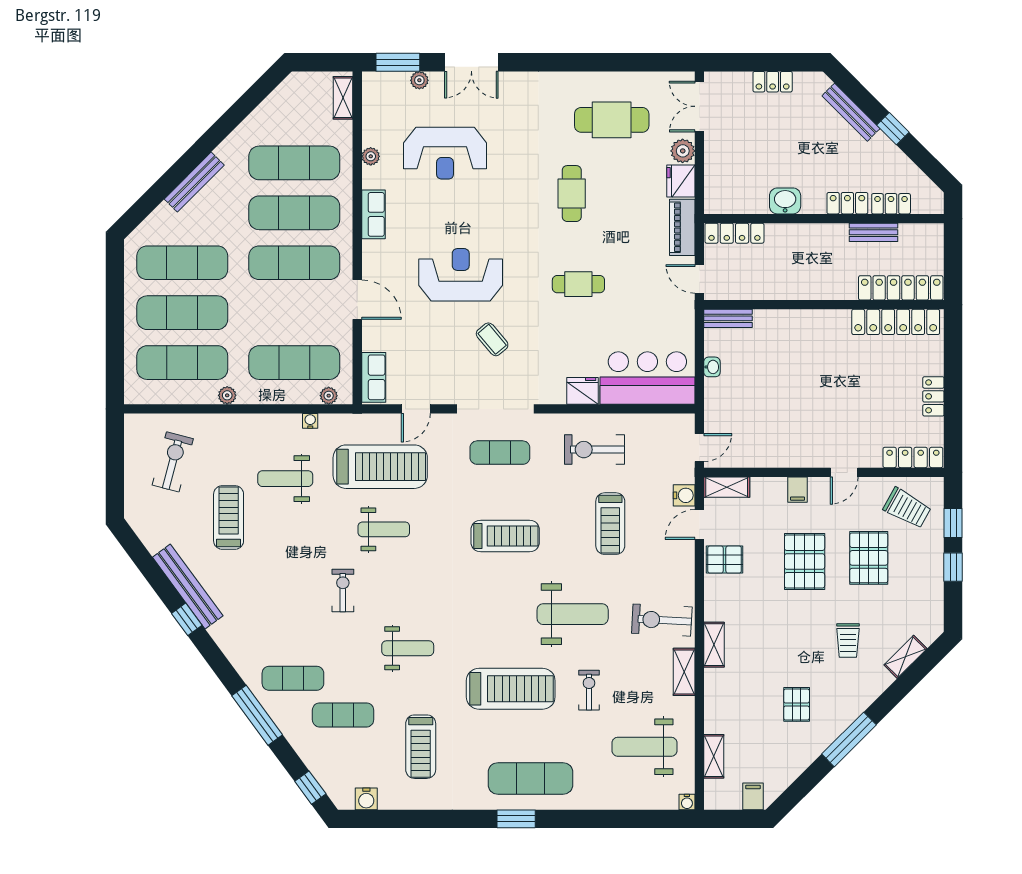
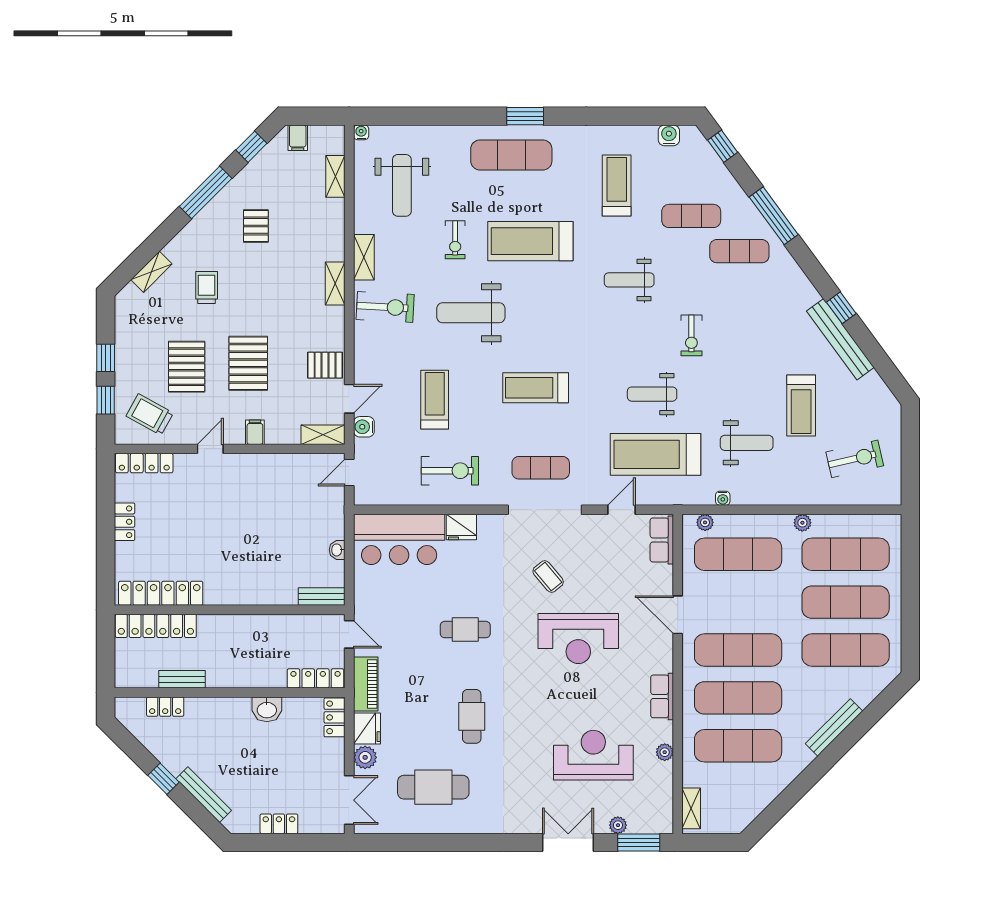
locker: (847, 203) -> (334, 717), moved, turned 90
exercise bike: (173, 462) -> (855, 459), turned -118
weight bench: (645, 747) -> (402, 185), turned 90
window: (801, 787) -> (251, 147), added

